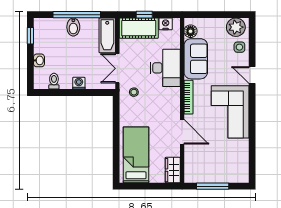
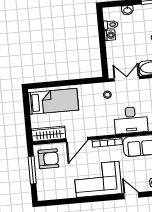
door: (252, 75) -> (131, 196), hinge flipped
washing machine: (79, 83) -> (110, 35), moved
armchair: (201, 166) -> (48, 159), added
wardrobe: (173, 170) -> (49, 134), width x1.50

